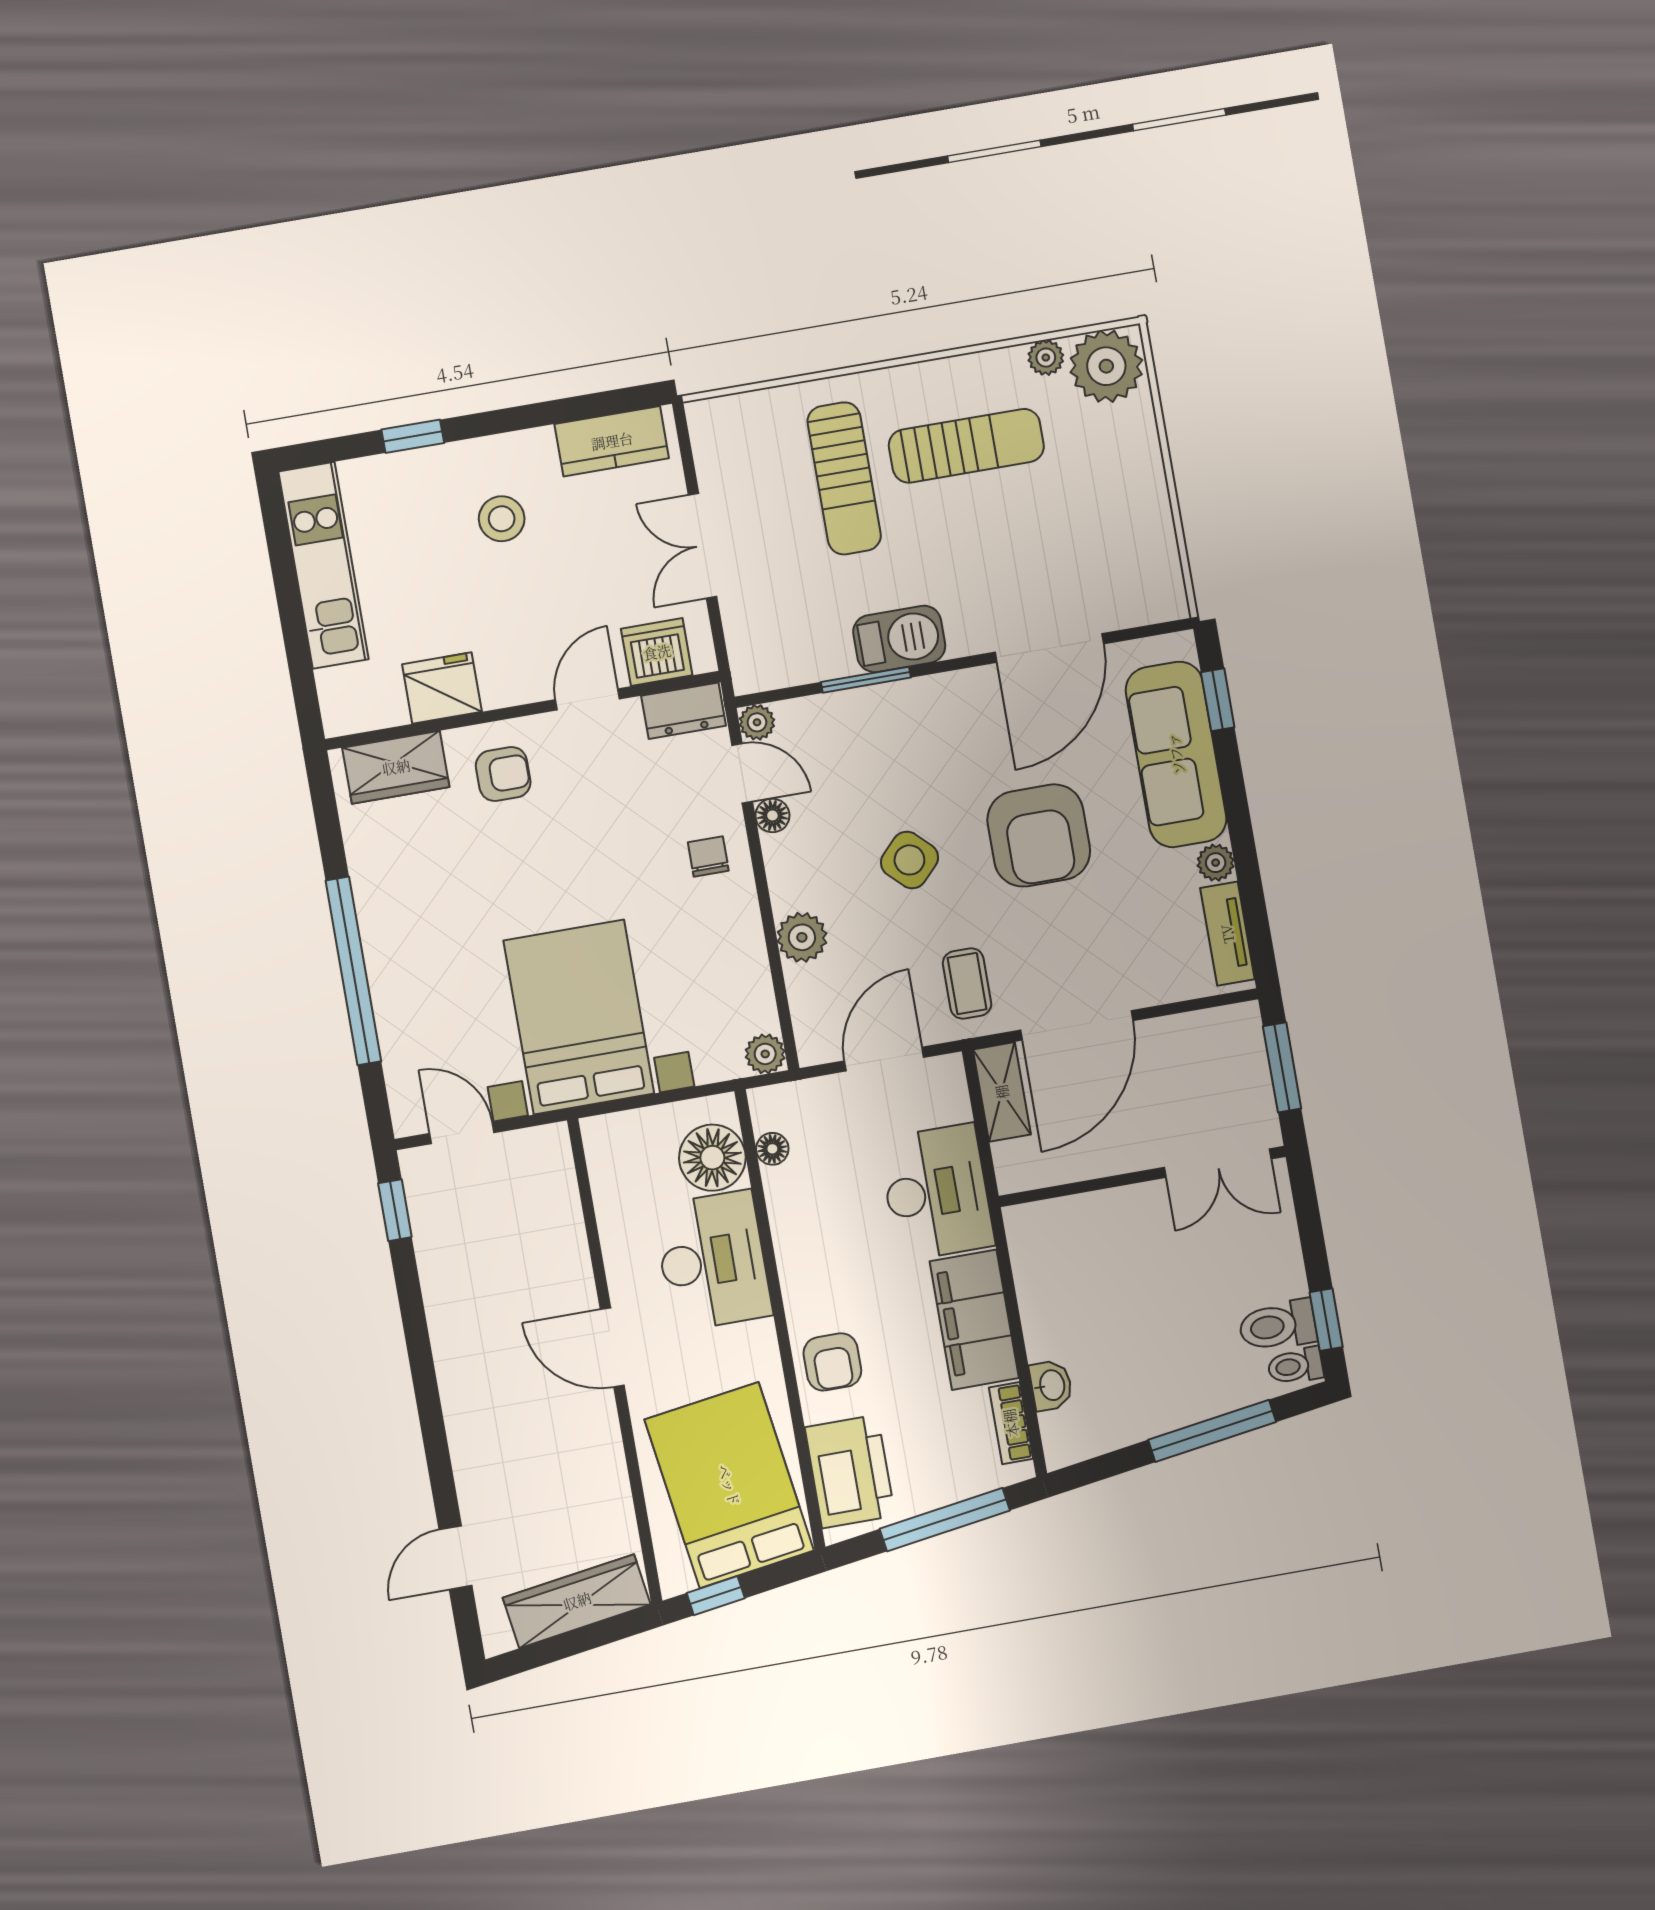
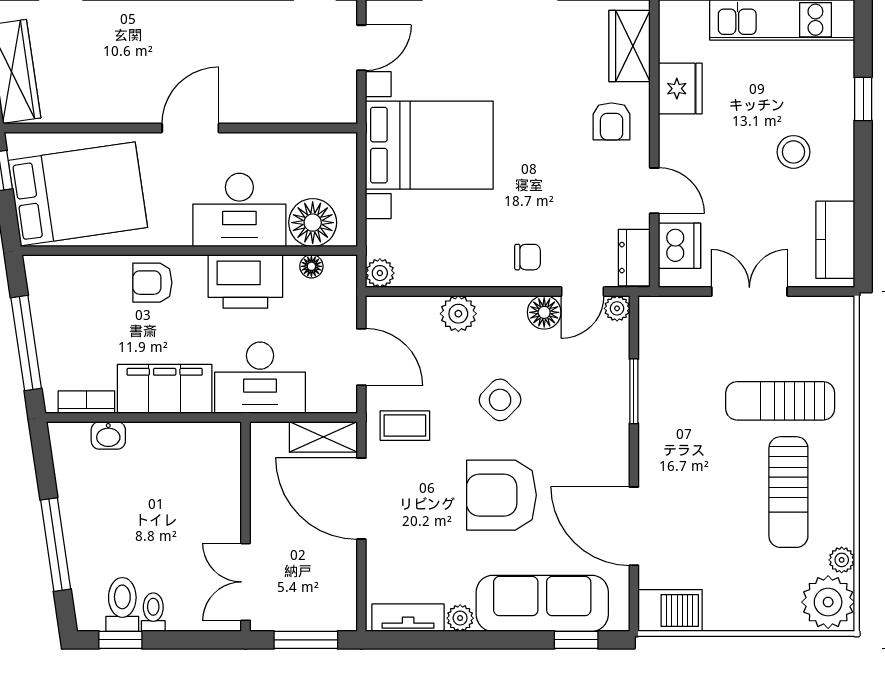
barbecue: (899, 639) -> (670, 610), moved, turned -90
floor lamp: (772, 815) -> (544, 312), width x1.37, depth x1.37
toilet: (1295, 1366) -> (153, 612), moved
printer: (850, 1471) -> (245, 281), moved

